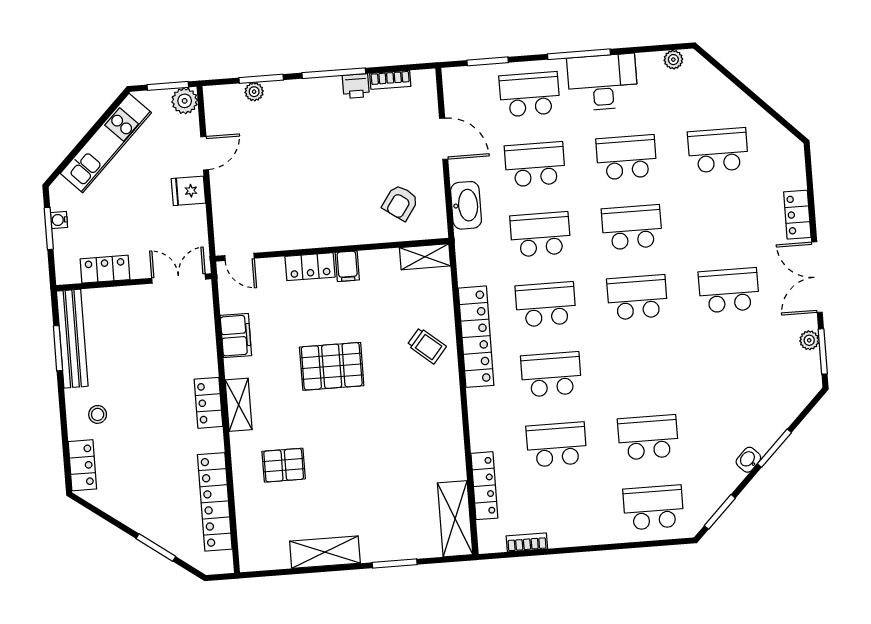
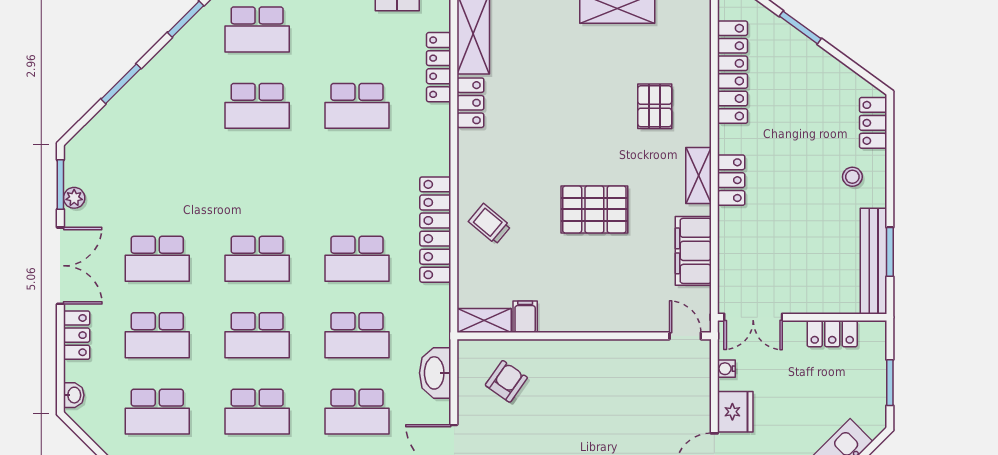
fridge: (188, 191) -> (735, 412), width x1.38
water cooler: (59, 220) -> (726, 369), moved, turned 180
filing cabinet: (347, 266) -> (525, 317), moved
locker: (310, 267) -> (470, 103), moved, turned 90
filing cabinet: (236, 336) -> (693, 251), width x1.50, depth x1.17
school desk: (551, 374) -> (157, 335), moved
washbasin: (748, 460) -> (74, 395), moved, turned -45
pallet: (284, 465) -> (655, 106), turned 90

